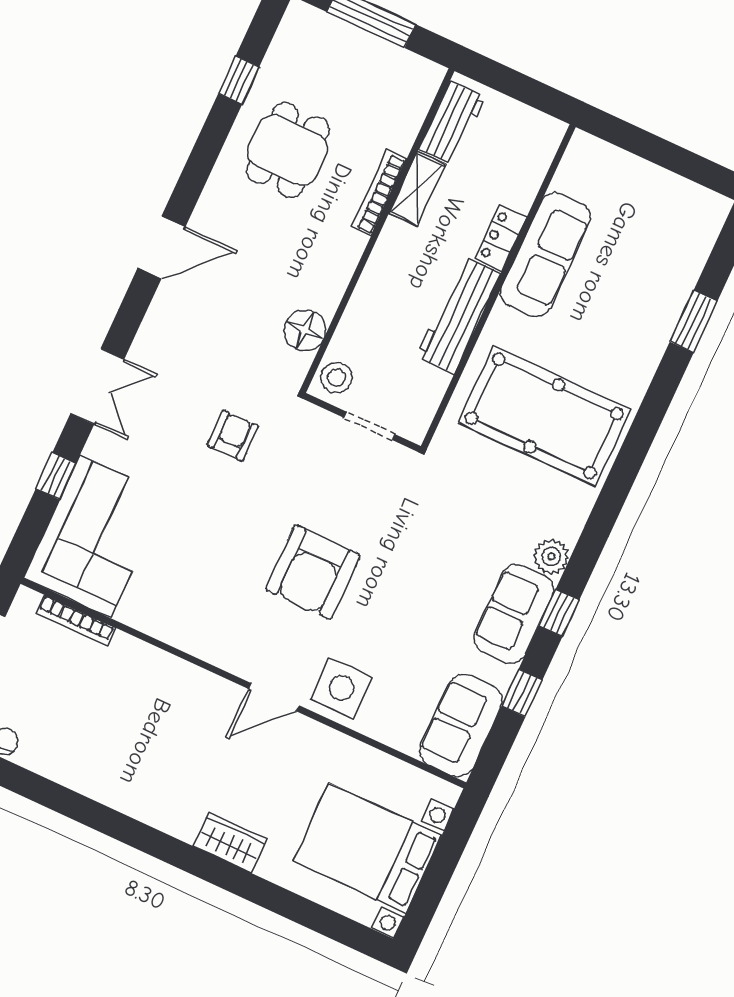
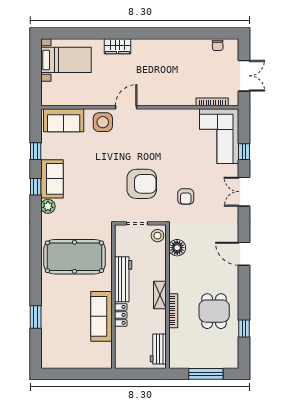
shelving: (417, 189) -> (160, 295), moved
door: (162, 247) -> (244, 254), hinge flipped
armchair: (313, 572) -> (142, 184), moved, turned 90
sofa: (461, 726) -> (64, 120), moved, turned 90
bed with nightstands: (368, 848) -> (66, 60), width x0.73

